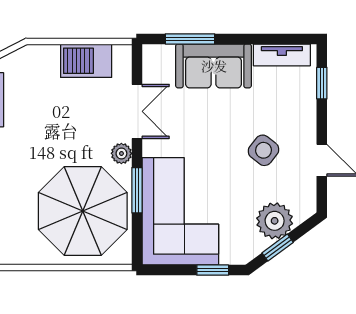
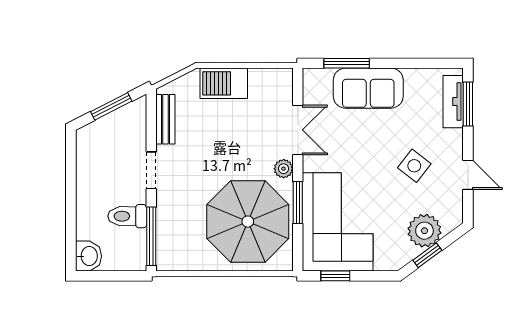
tv unit: (282, 55) -> (453, 102), moved, turned 90
barbecue: (86, 61) -> (224, 83), moved
window: (322, 83) -> (468, 104), width x1.50
window: (213, 270) -> (335, 276), moved

